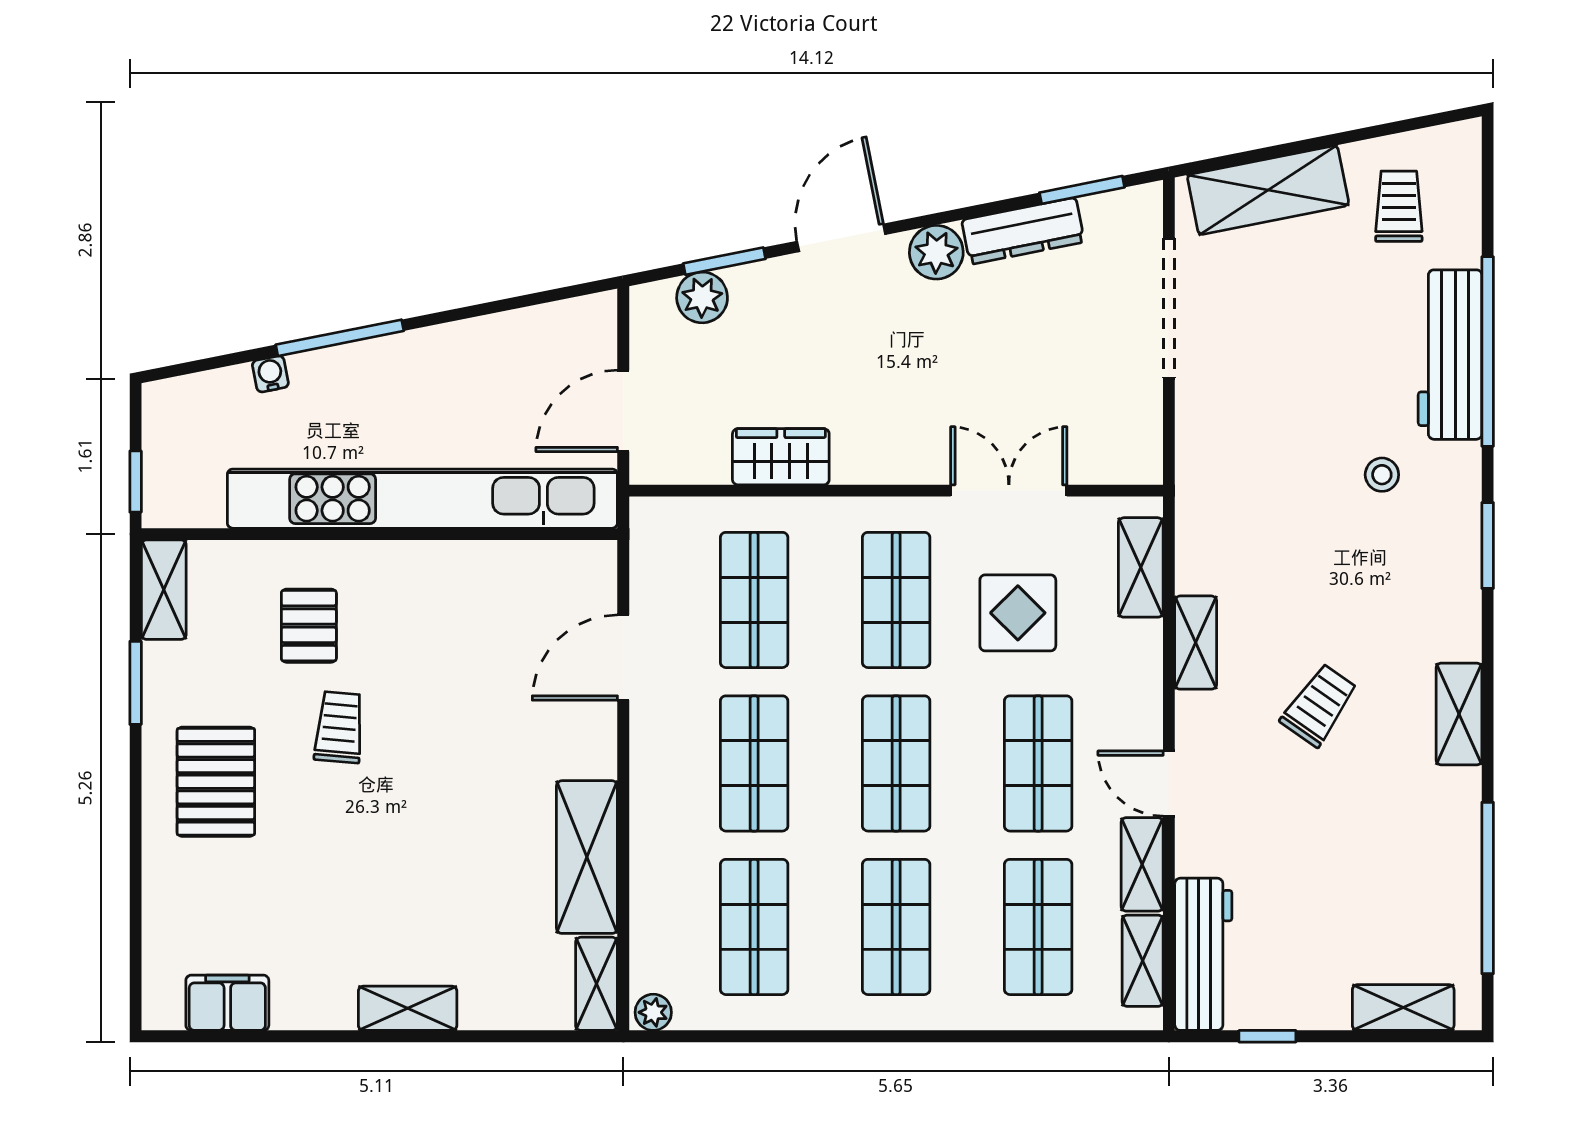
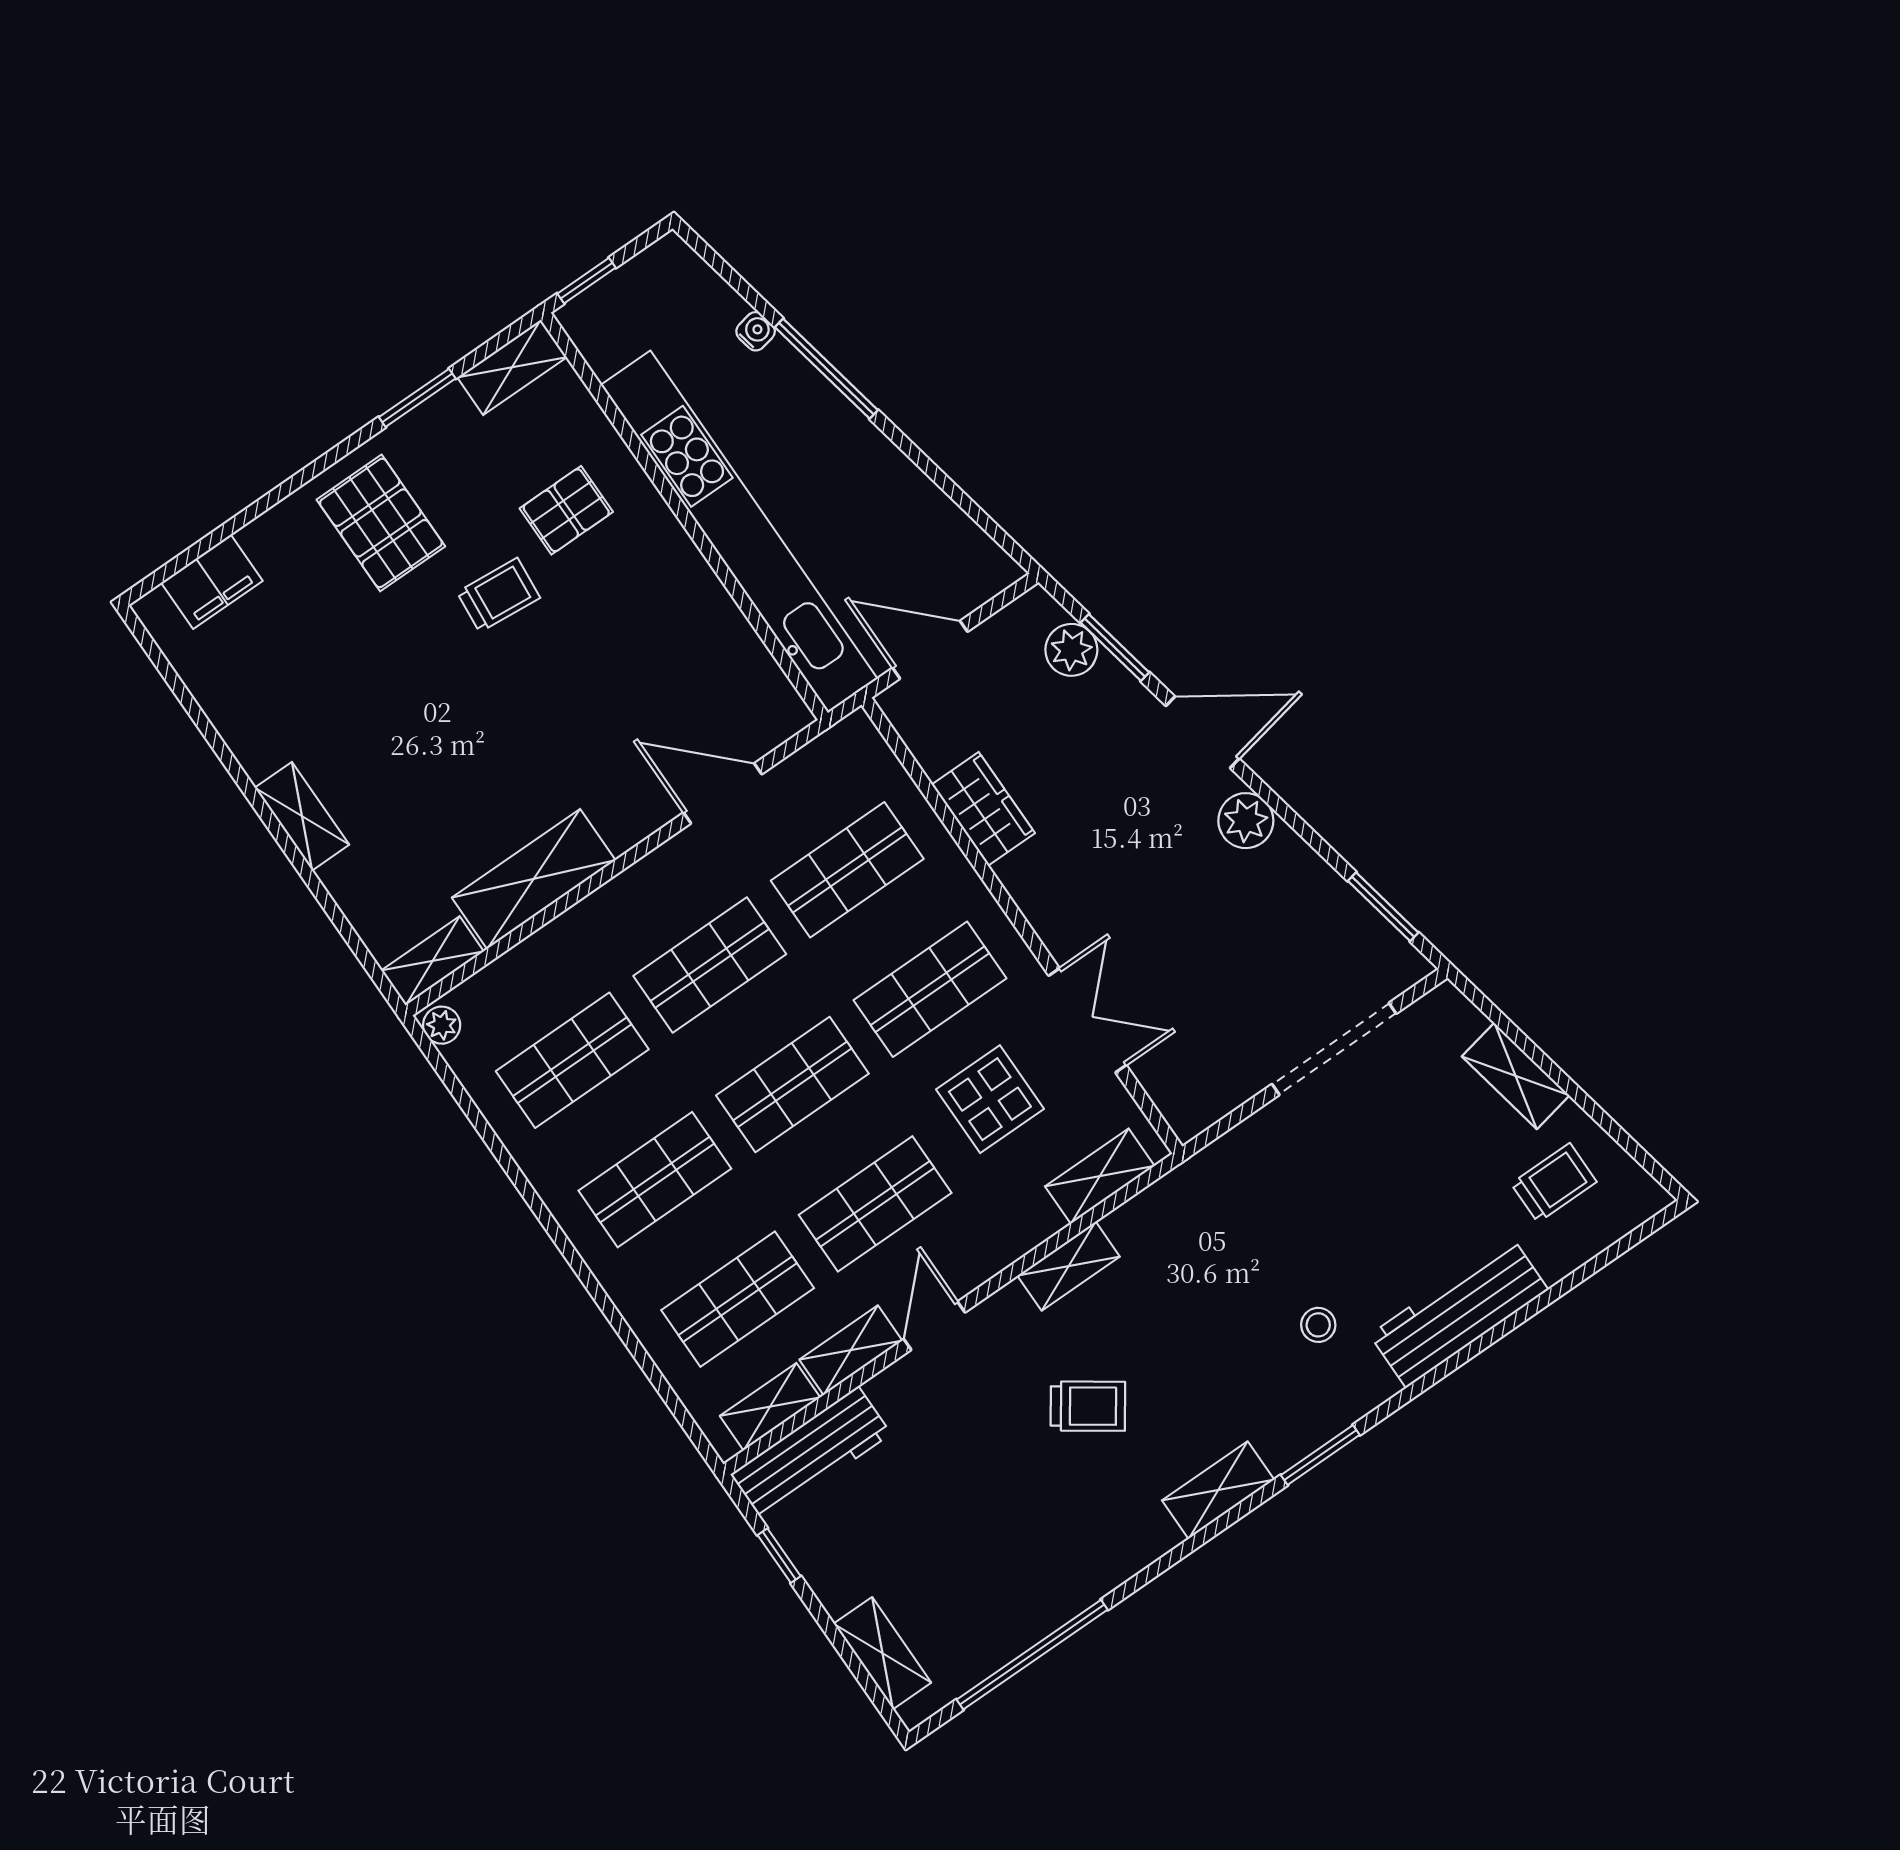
shelving: (1268, 190) -> (1516, 1076), width x0.67, depth x0.75
dresser: (1023, 231) -> (1314, 881), removed
window: (1488, 352) -> (1483, 1342), removed
shelving: (1459, 714) -> (1218, 1490), moved
pallet: (216, 782) -> (381, 523), turned 90
filing cabinet: (227, 1003) -> (212, 582), moved, turned 90

